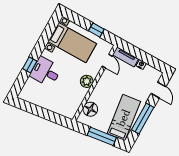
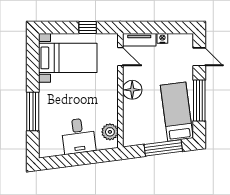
window: (30, 65) -> (33, 112), width x2.17
desk: (46, 72) -> (78, 136), moved, turned -97
plant: (87, 81) -> (110, 132), moved
floor lamp: (90, 109) -> (132, 90), moved

